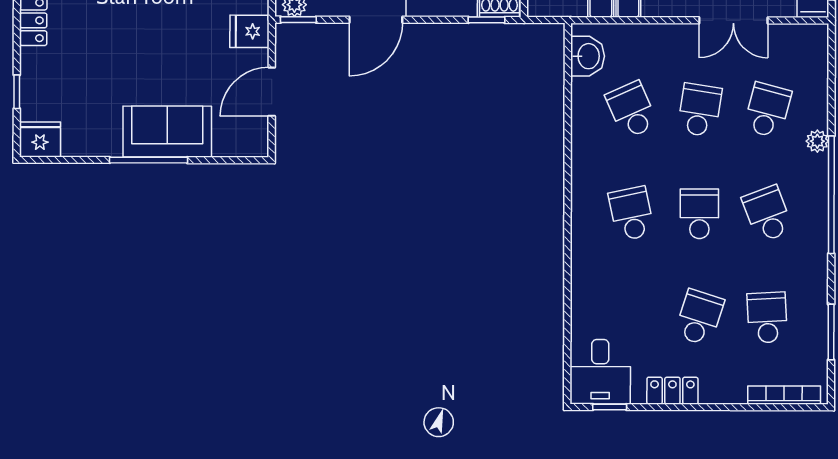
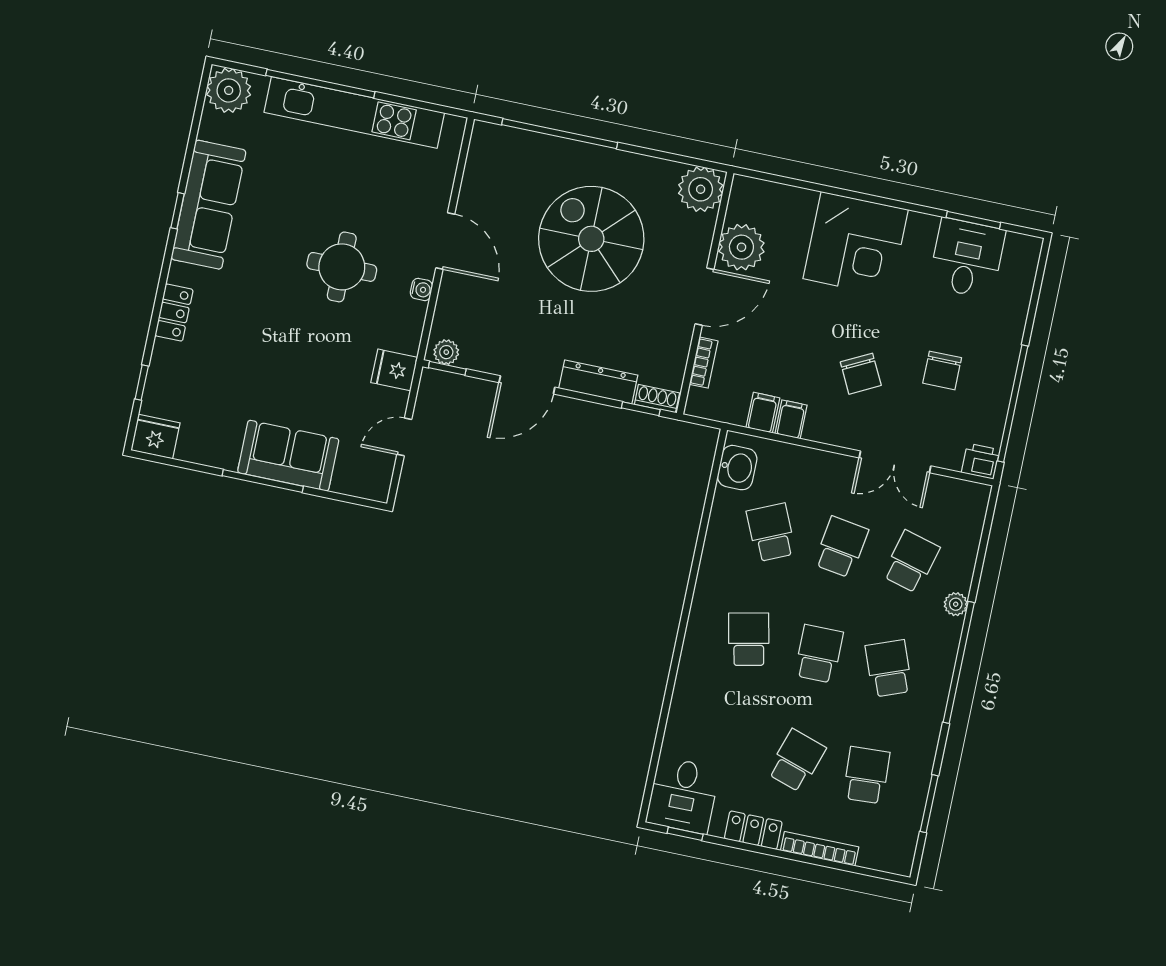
door: (272, 92) -> (404, 437), width x0.73
bookcase: (784, 395) -> (820, 849), moved

